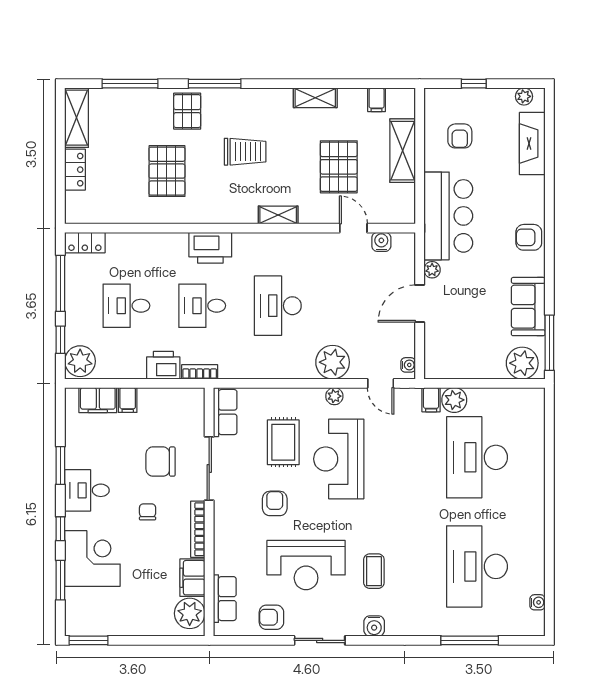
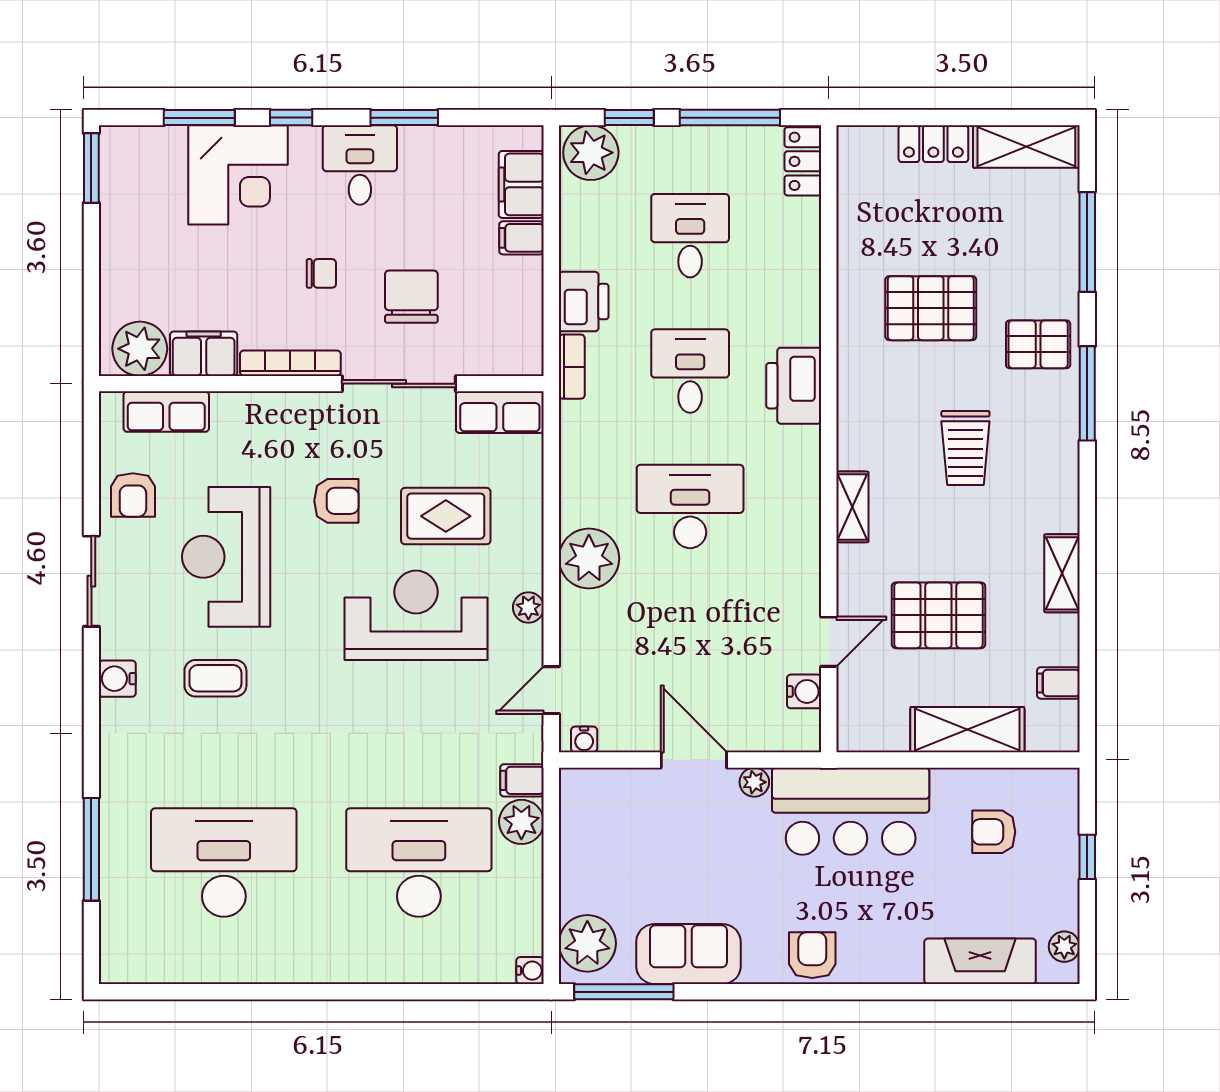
plant: (333, 362) -> (589, 559), moved
water cooler: (537, 602) -> (530, 971), moved, turned -90
armchair: (271, 617) -> (133, 495), turned 180

